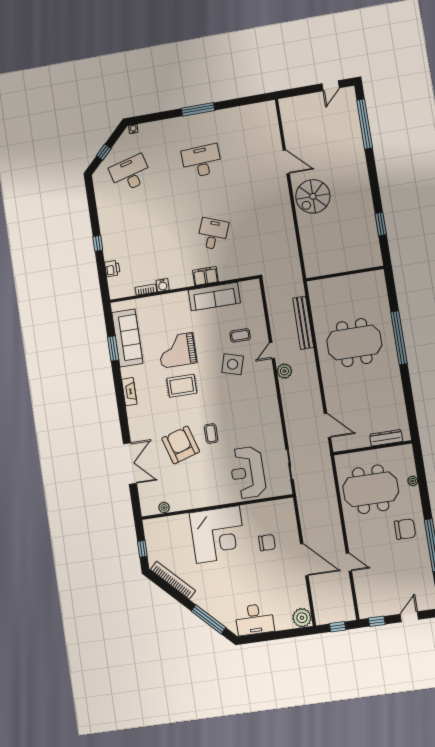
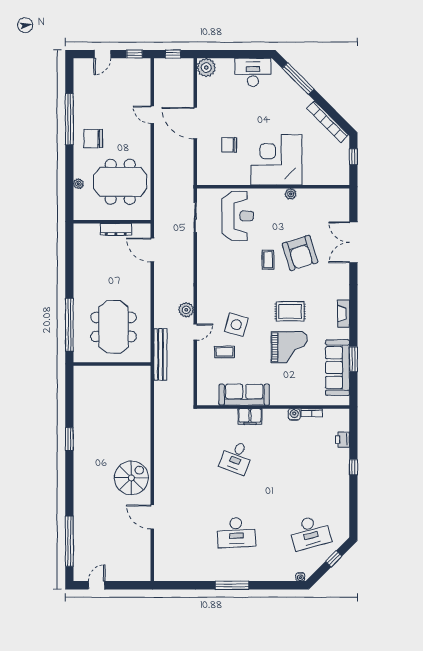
wall: (345, 274) -> (112, 364), moved
meeting table: (354, 343) -> (114, 327), turned 90
dresser: (386, 438) -> (116, 229), moved
plant: (164, 508) -> (291, 194), moved

